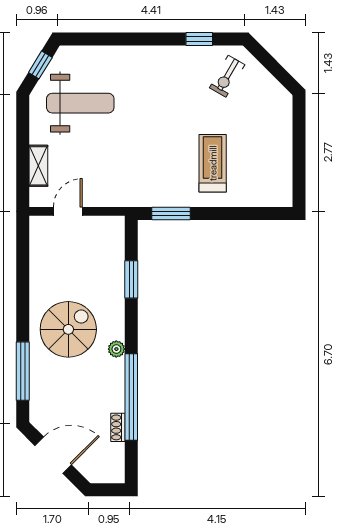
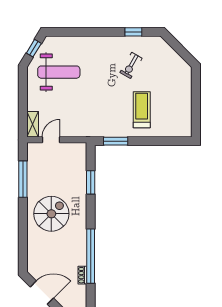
exercise bike: (227, 76) -> (131, 65), moved
shelving: (38, 166) -> (33, 124), moved
plant: (116, 349) -> (81, 226), removed
window: (23, 371) -> (23, 179), moved

